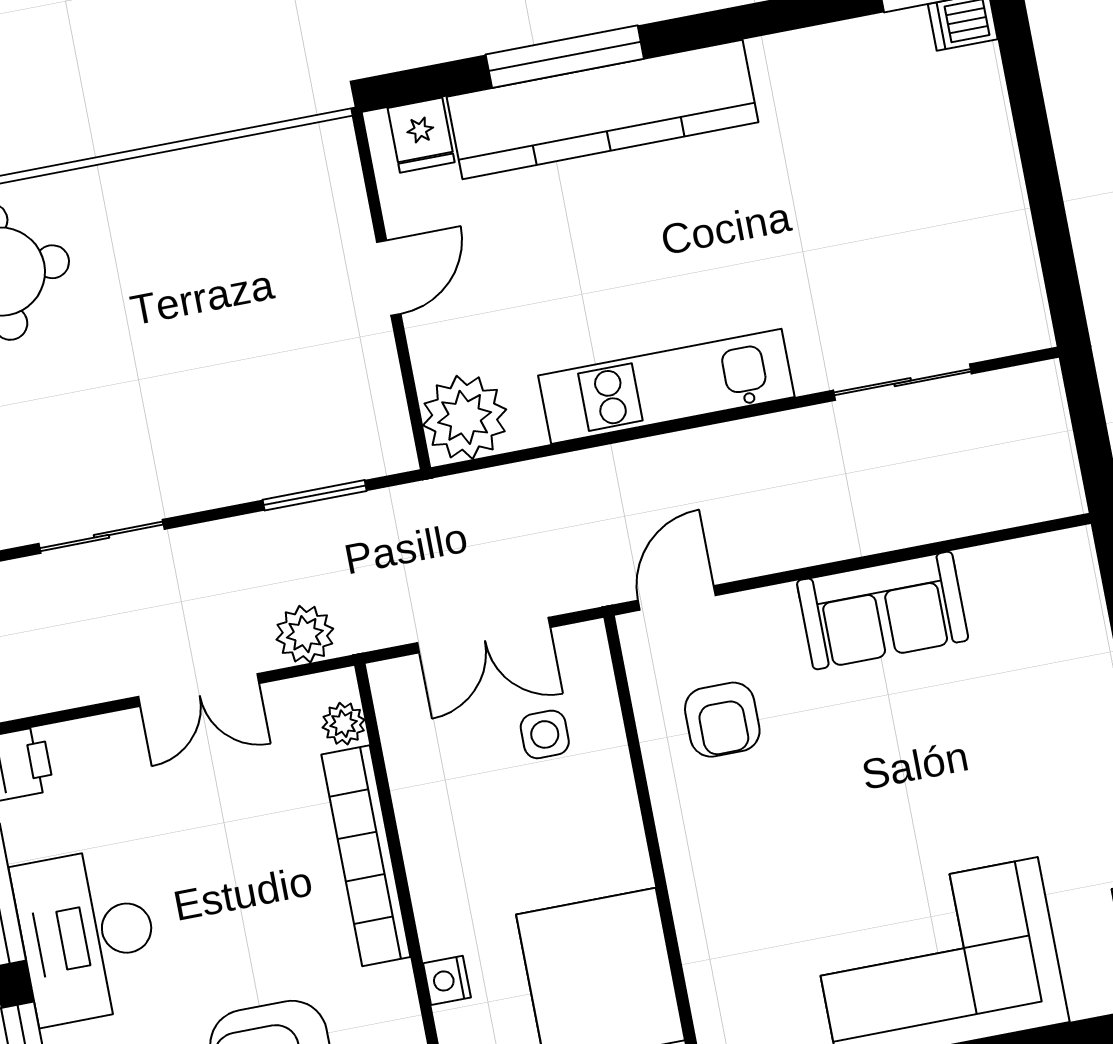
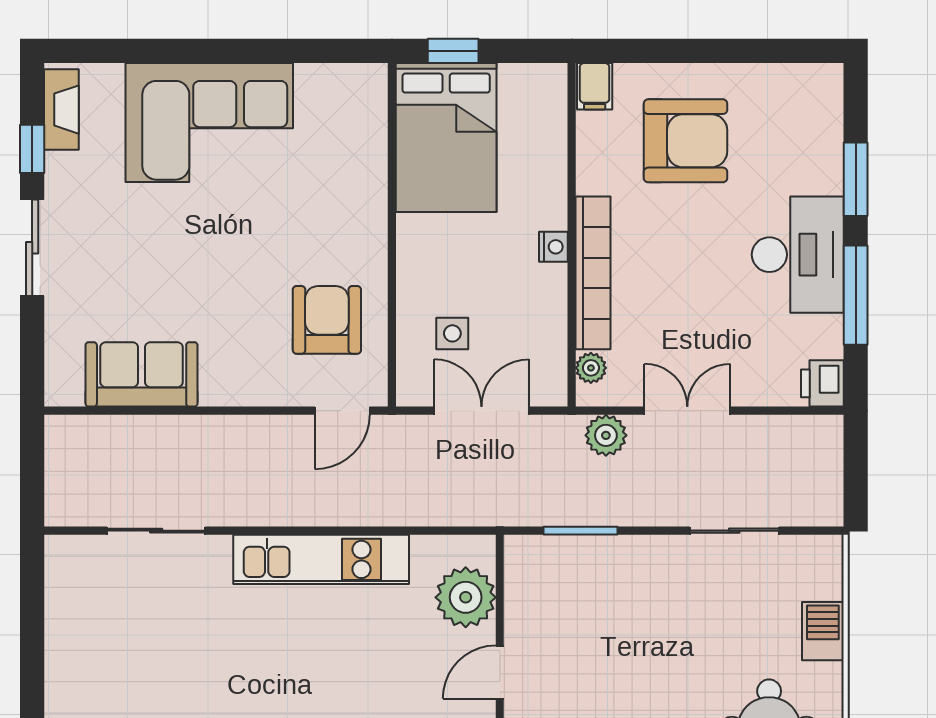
plant: (465, 417) -> (466, 597), moved
sofa: (883, 610) -> (142, 374), moved
armchair: (722, 720) -> (327, 320), width x1.38, depth x1.38
nightstand: (447, 980) -> (553, 247), moved

